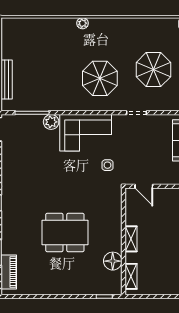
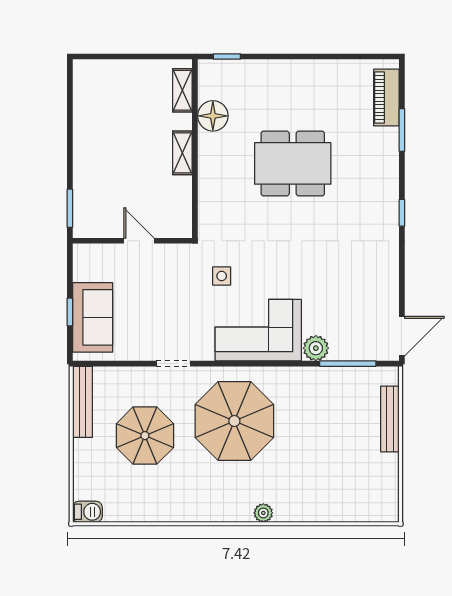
parasol: (100, 78) -> (234, 421), width x1.36, depth x1.36
door: (144, 186) -> (139, 241), moved

